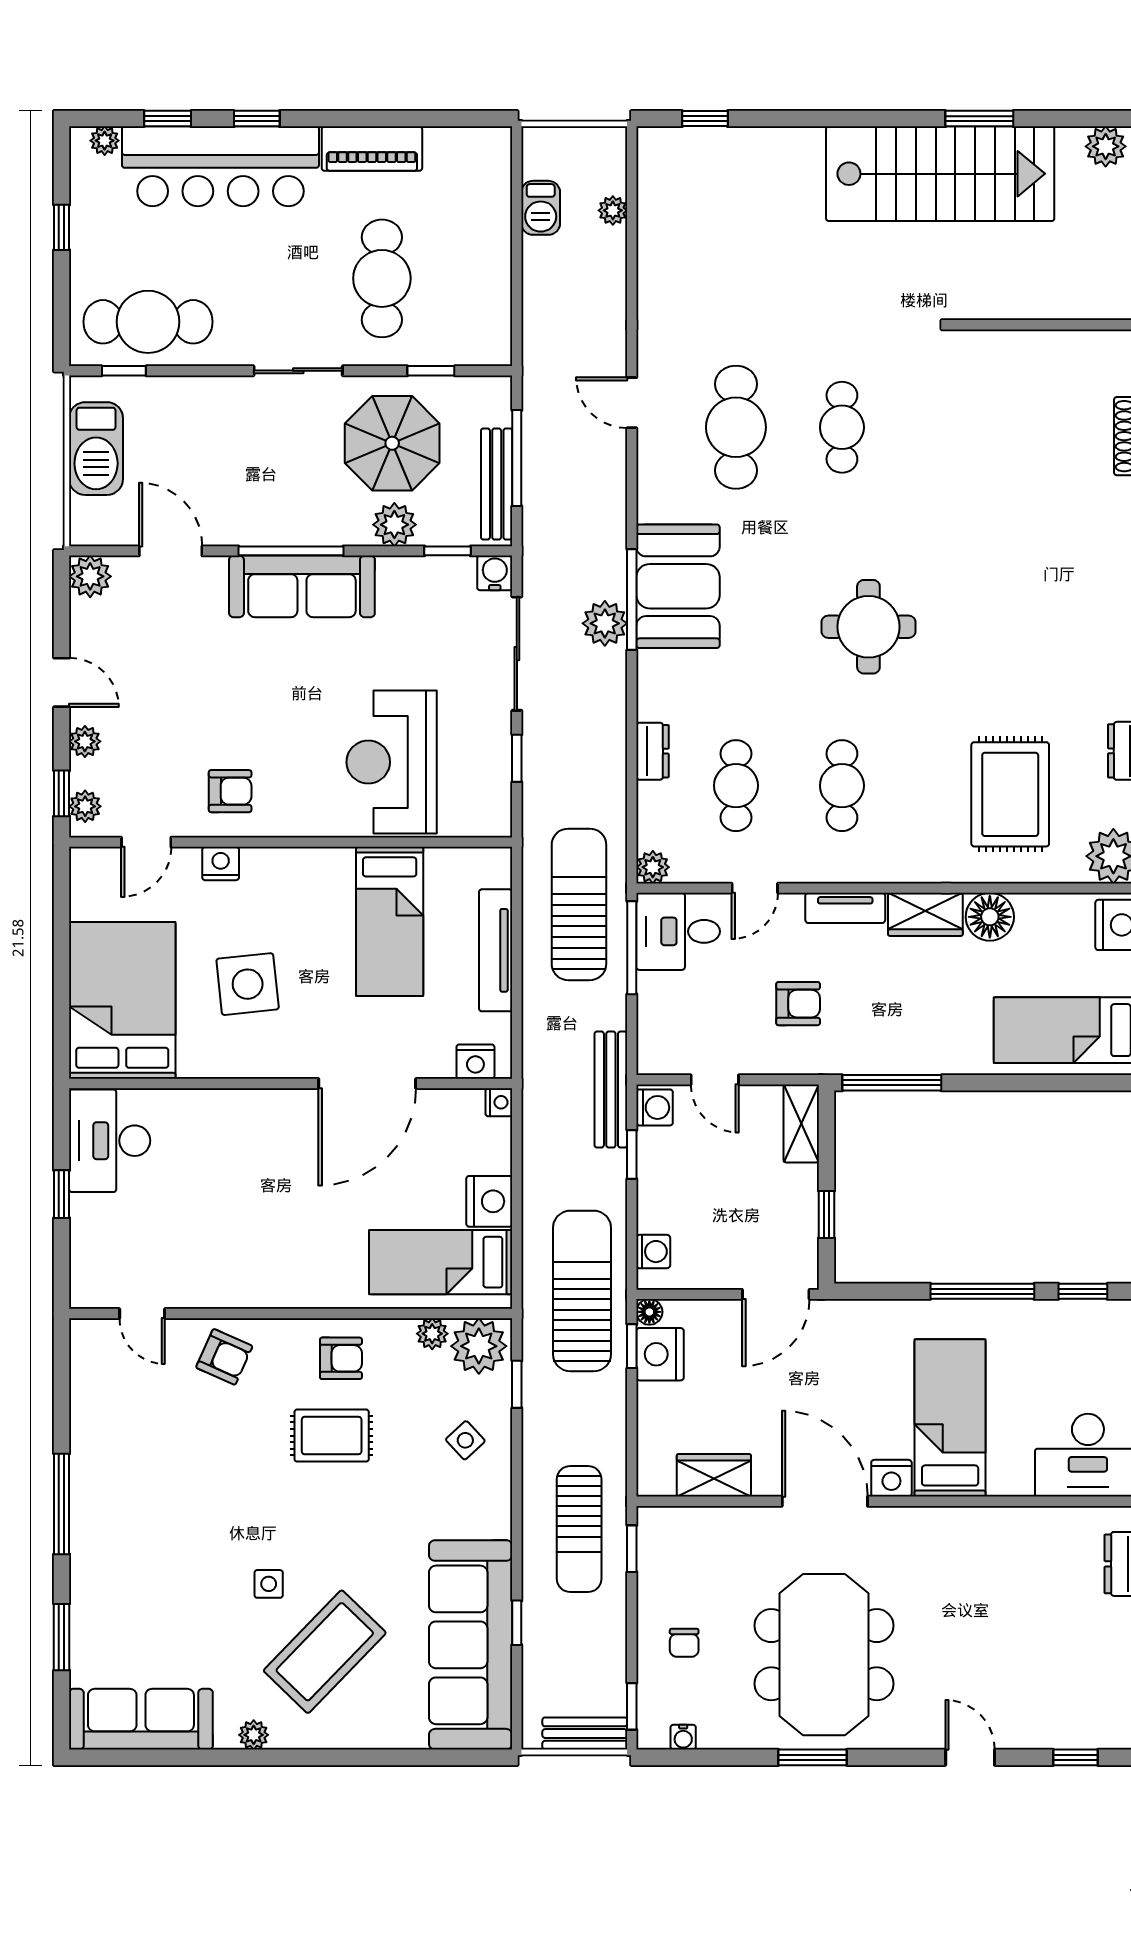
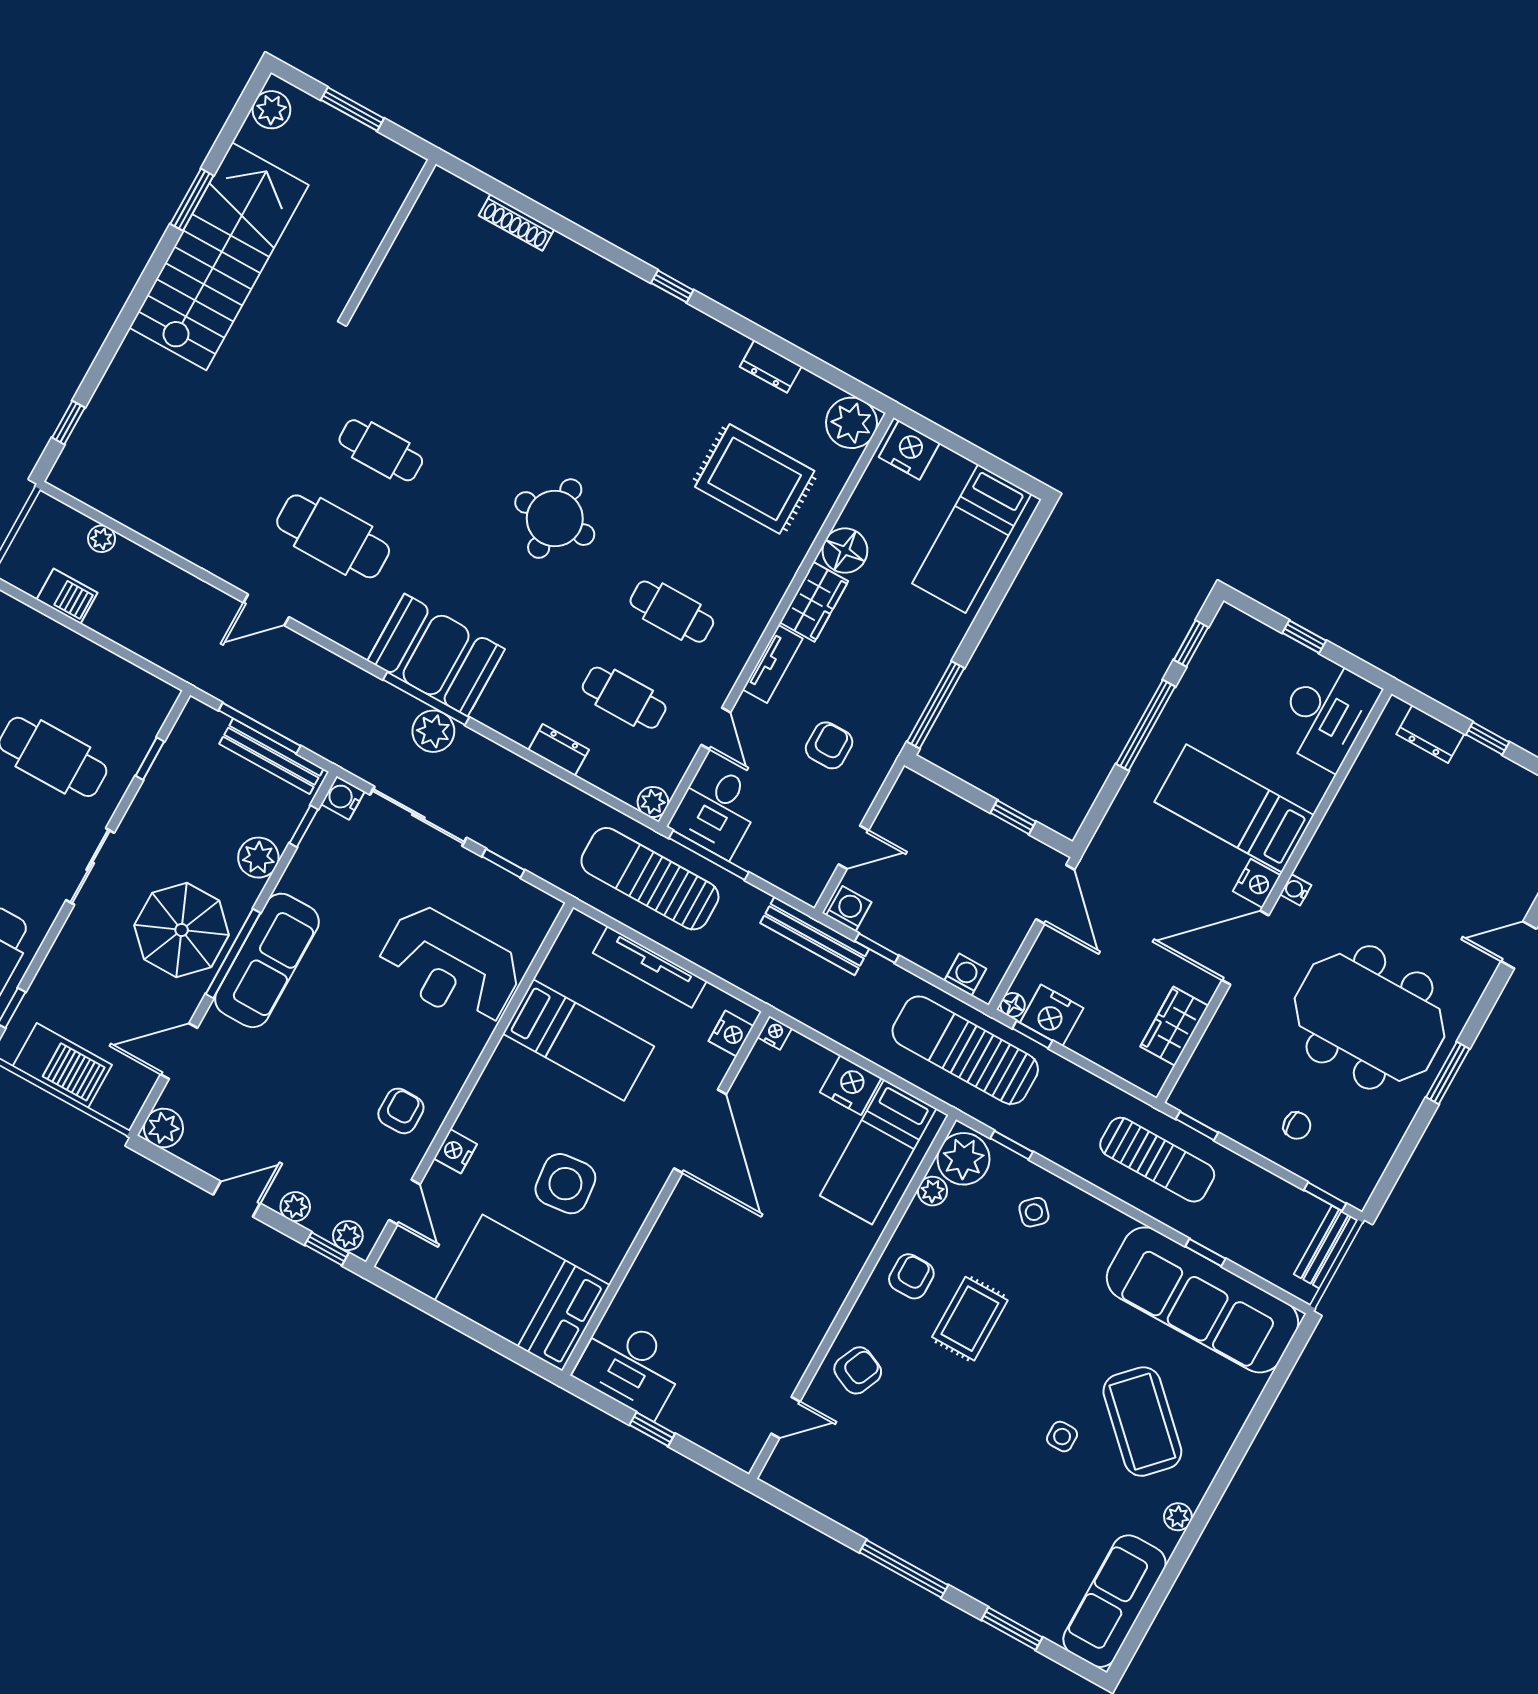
parasol: (392, 443) -> (182, 930), moved
shelving: (801, 1123) -> (928, 797), removed
water cooler: (683, 1737) -> (1296, 890), moved, turned 180

